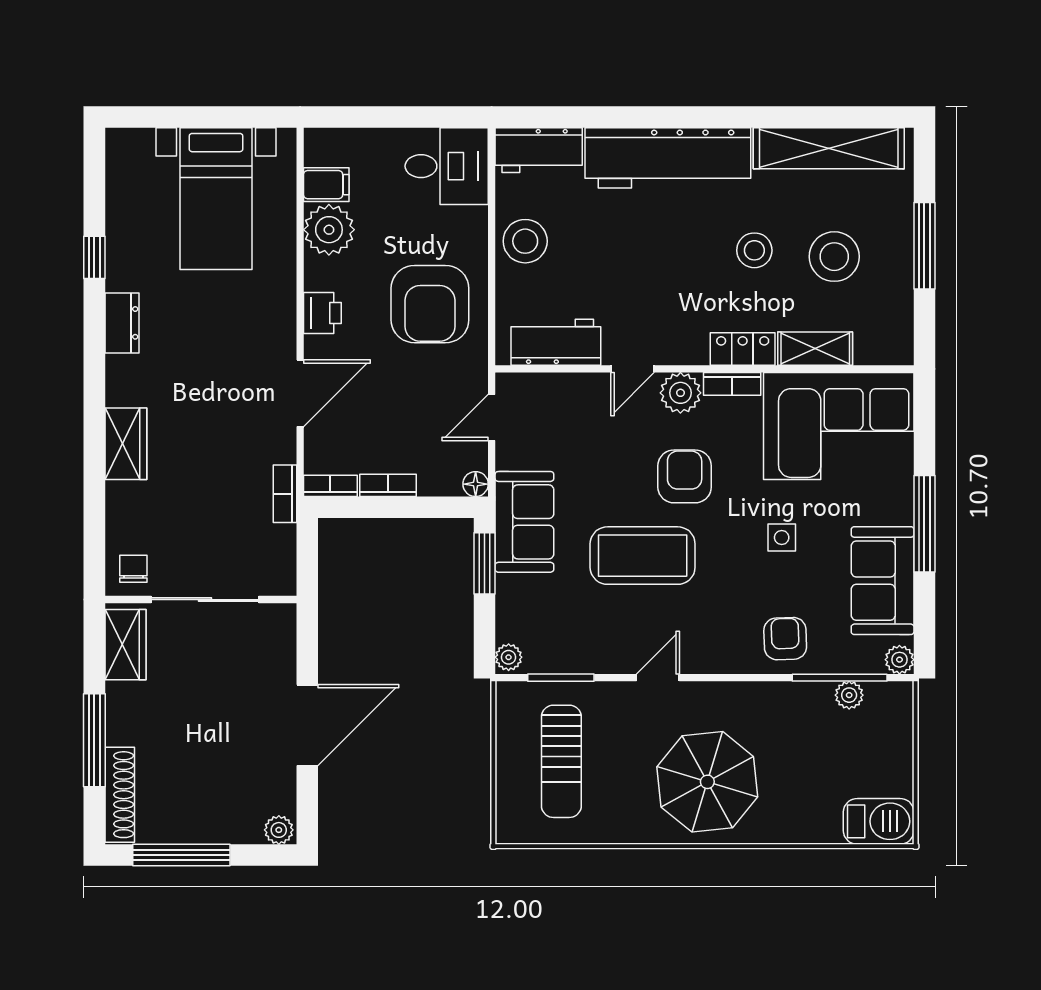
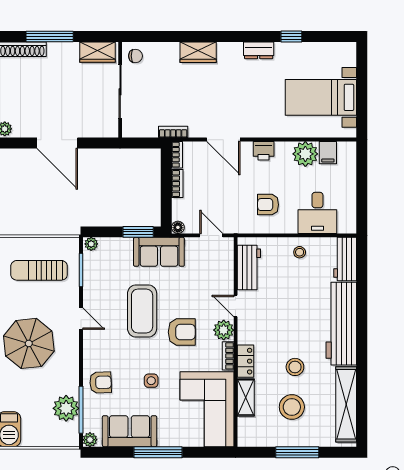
desk: (447, 166) -> (317, 213), moved
stool: (525, 241) -> (300, 252), width x0.53, depth x0.53
armchair: (430, 304) -> (268, 205), width x0.53, depth x0.53
plant: (849, 695) -> (66, 408), width x1.88, depth x1.88

